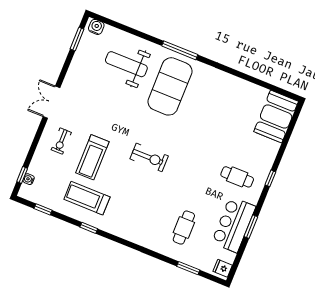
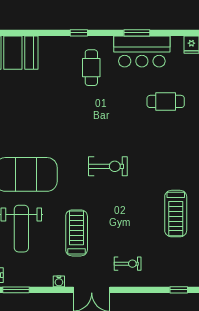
treadmill: (92, 157) -> (77, 233), moved, turned -90
exercise bike: (149, 157) -> (108, 166), turned 90
water cooler: (29, 179) -> (59, 281), moved

